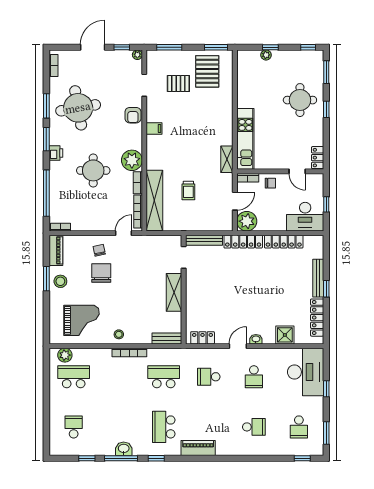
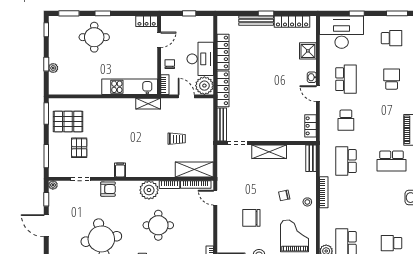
shelving: (154, 200) -> (194, 170), width x0.68
desk: (305, 217) -> (200, 59), moved
chair: (99, 250) -> (284, 195), moved
school desk: (254, 377) -> (346, 79), width x1.85

